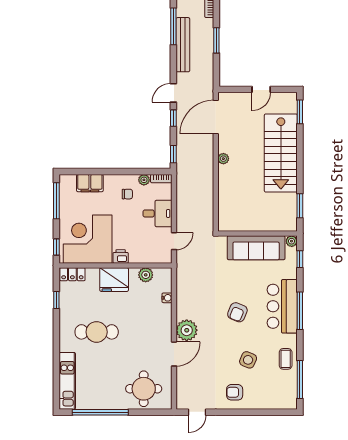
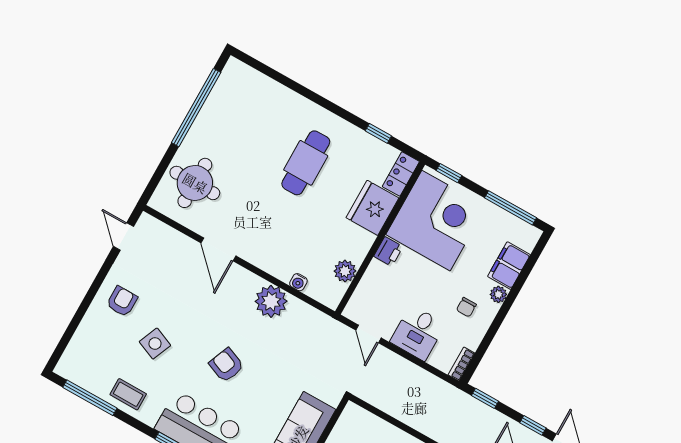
plant: (144, 180) -> (498, 294), moved
fridge: (114, 280) -> (372, 208), moved
plant: (187, 330) -> (271, 301), moved
kitchen unit: (67, 381) -> (263, 87), removed

